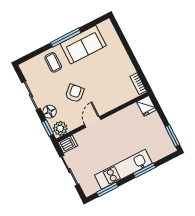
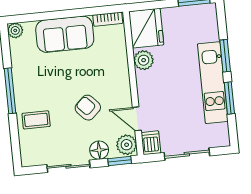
plant: (107, 25) -> (15, 30), added
sofa: (83, 45) -> (65, 34), moved, turned 90
fridge: (146, 106) -> (146, 28), width x1.88, depth x1.34
plant: (120, 118) -> (144, 60), added
door: (93, 122) -> (137, 119), moved
window: (107, 189) -> (229, 98), moved

